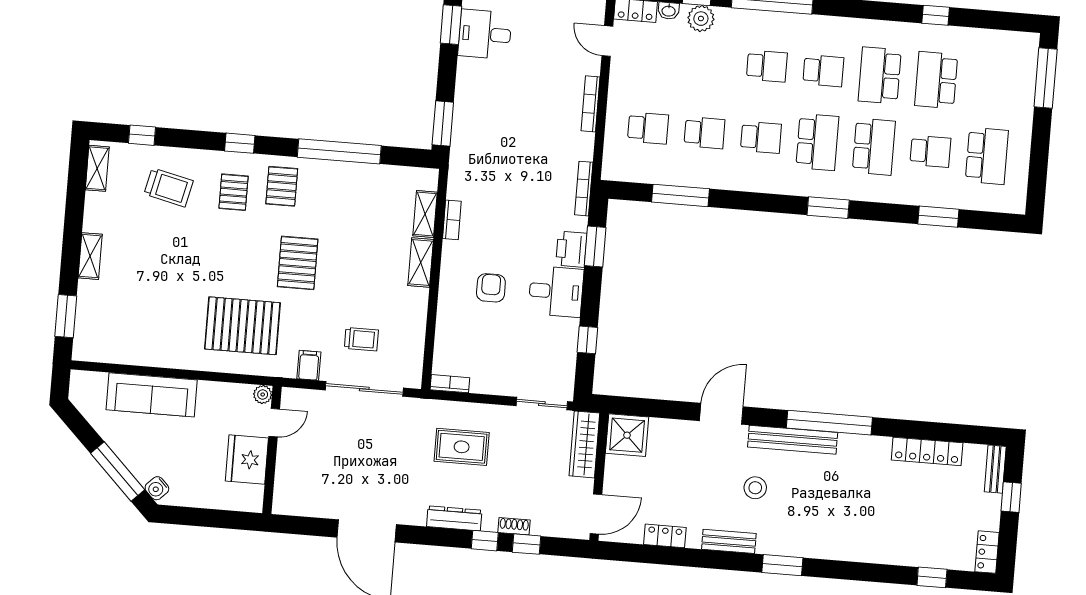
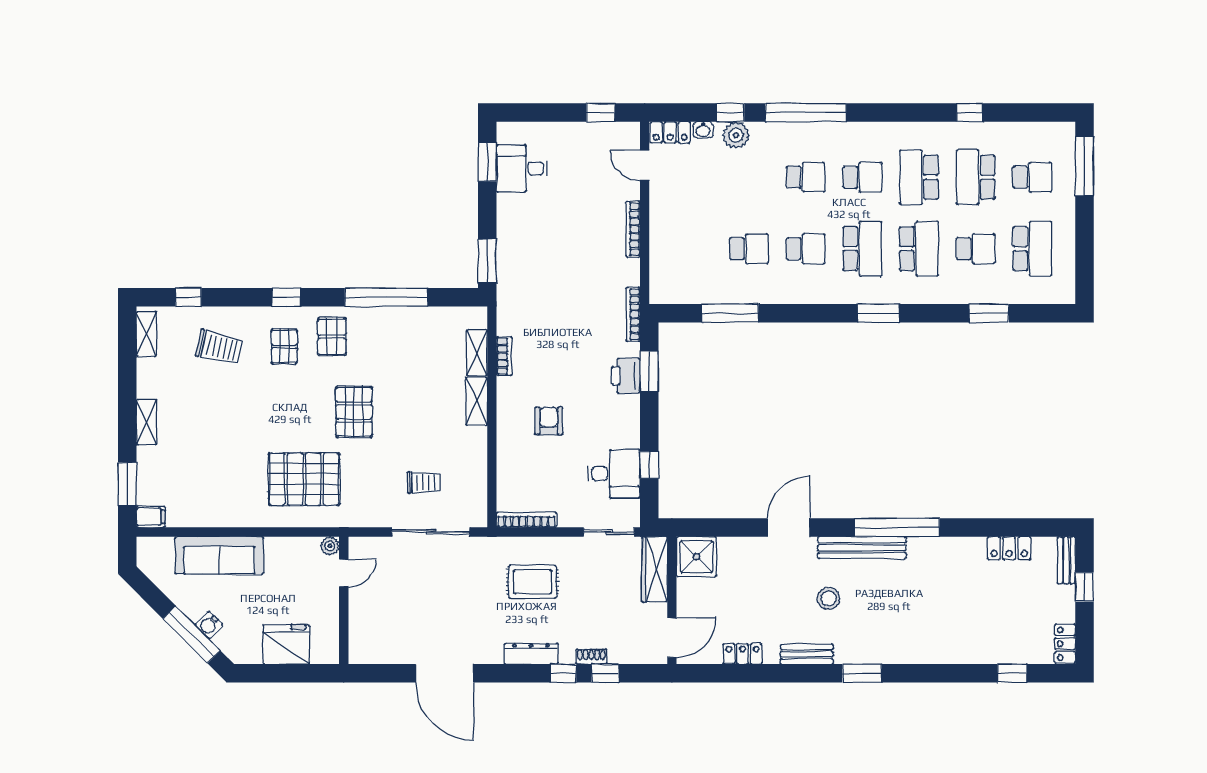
school desk: (648, 128) -> (1032, 177), moved
desk: (556, 291) -> (614, 474), moved
filing cabinet: (309, 365) -> (151, 517), moved, turned 90
bookcase: (450, 384) -> (526, 520), width x1.56
locker: (927, 451) -> (1009, 548), width x0.66
fridge: (247, 459) -> (286, 645), moved, turned 90
water cooler: (157, 488) -> (209, 625), moved

